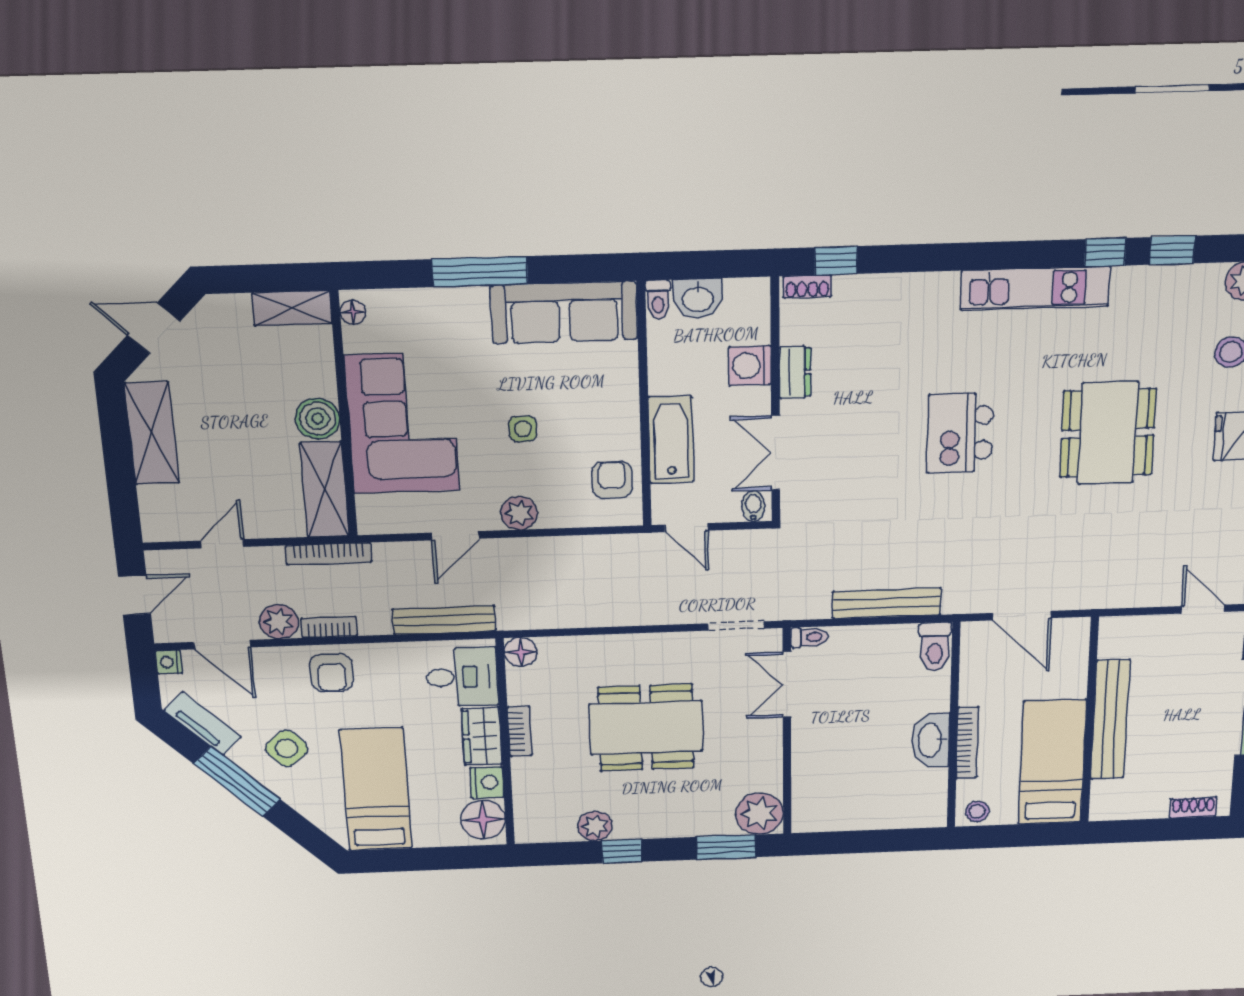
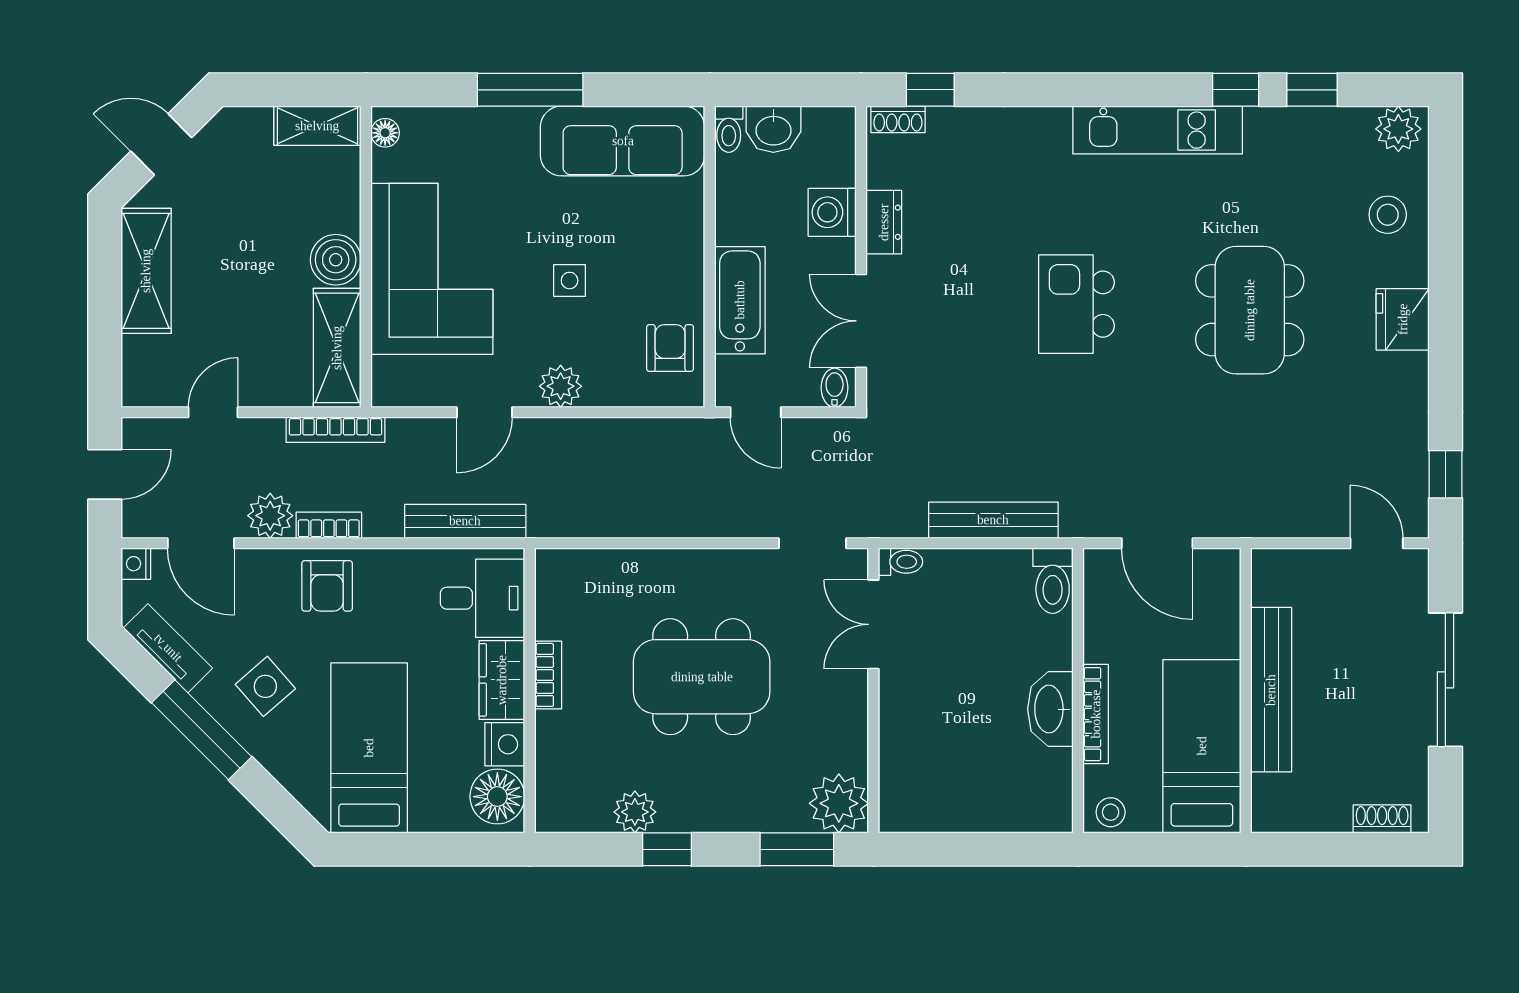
floor lamp: (521, 652) -> (554, 568), removed

